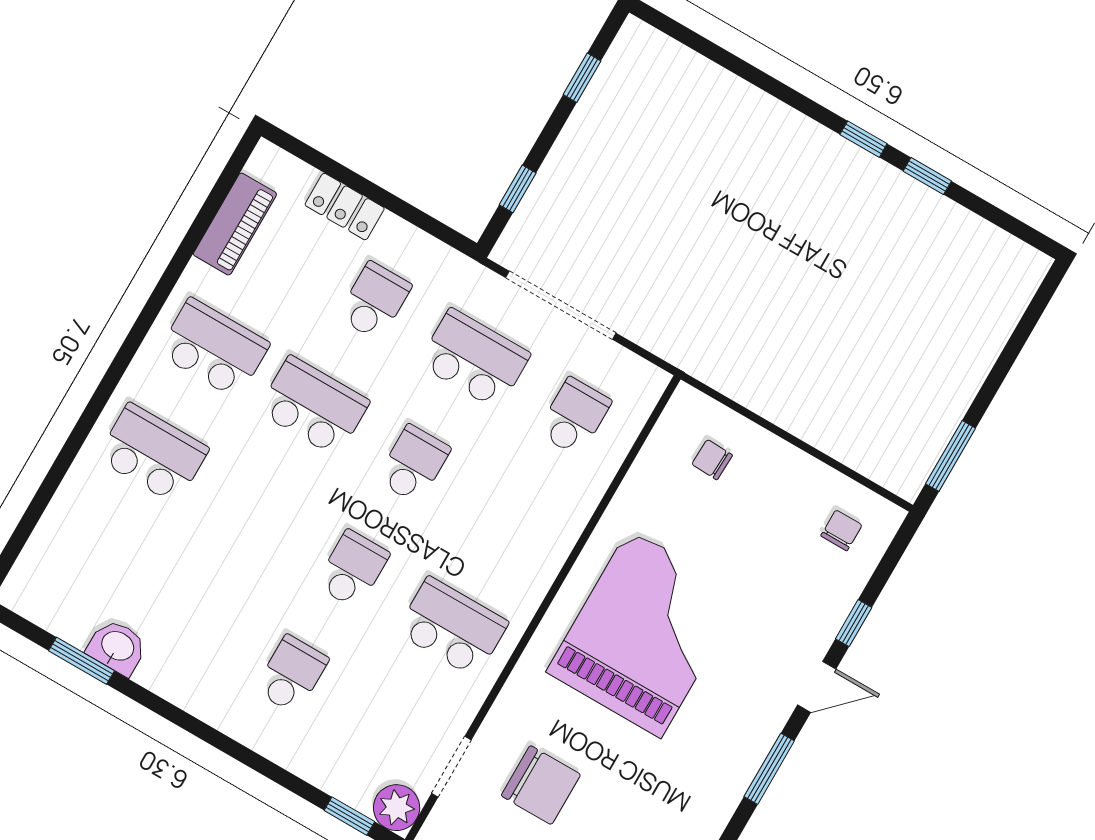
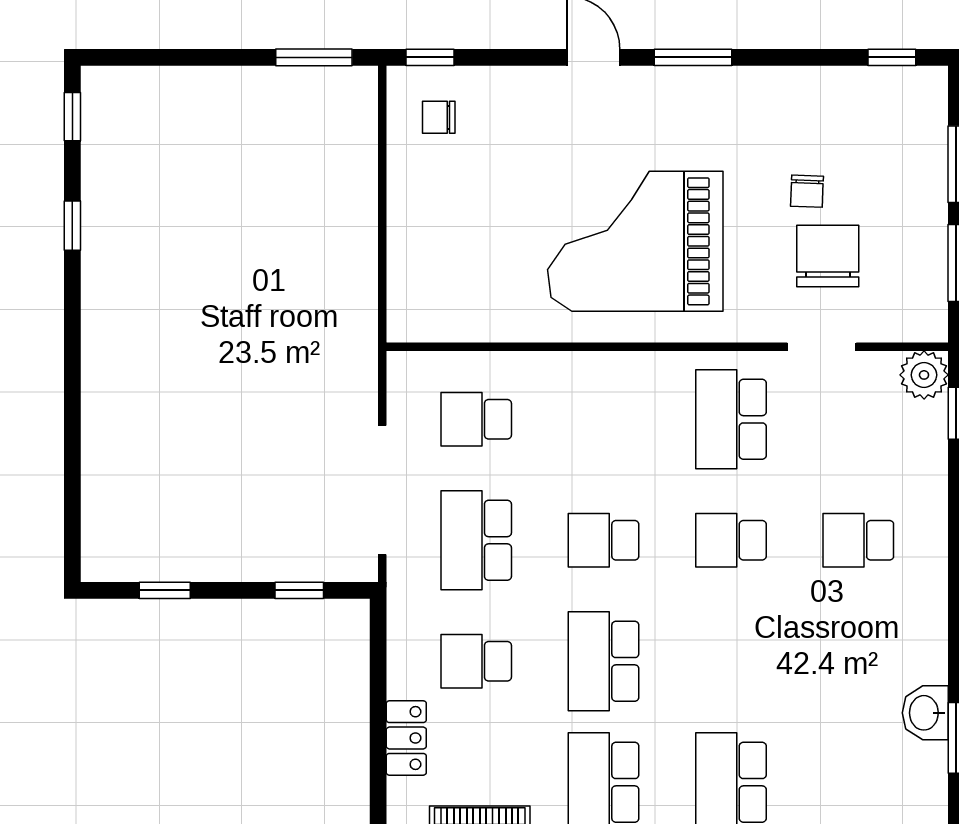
window: (863, 139) -> (72, 117), moved
chair: (712, 460) -> (807, 191), moved
window: (854, 623) -> (430, 57), moved
doorway: (451, 767) -> (822, 347), moved

